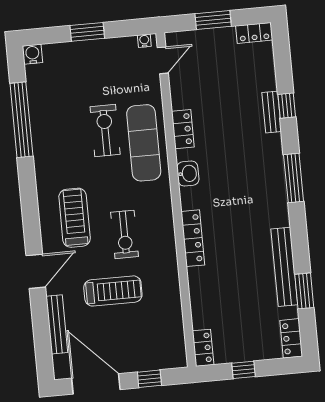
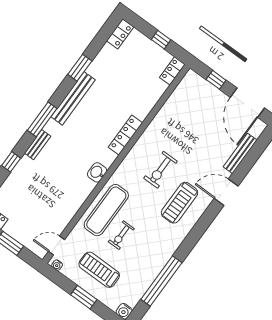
bench: (272, 112) -> (38, 145), moved
locker: (183, 129) -> (79, 199), removed
exercise bike: (105, 131) -> (121, 235), width x0.73, depth x0.72
exercise bike: (124, 234) -> (160, 170), turned 180
bench: (284, 267) -> (73, 98), moved
treadmill: (113, 291) -> (99, 270), moved
window: (304, 291) -> (80, 68), moved

